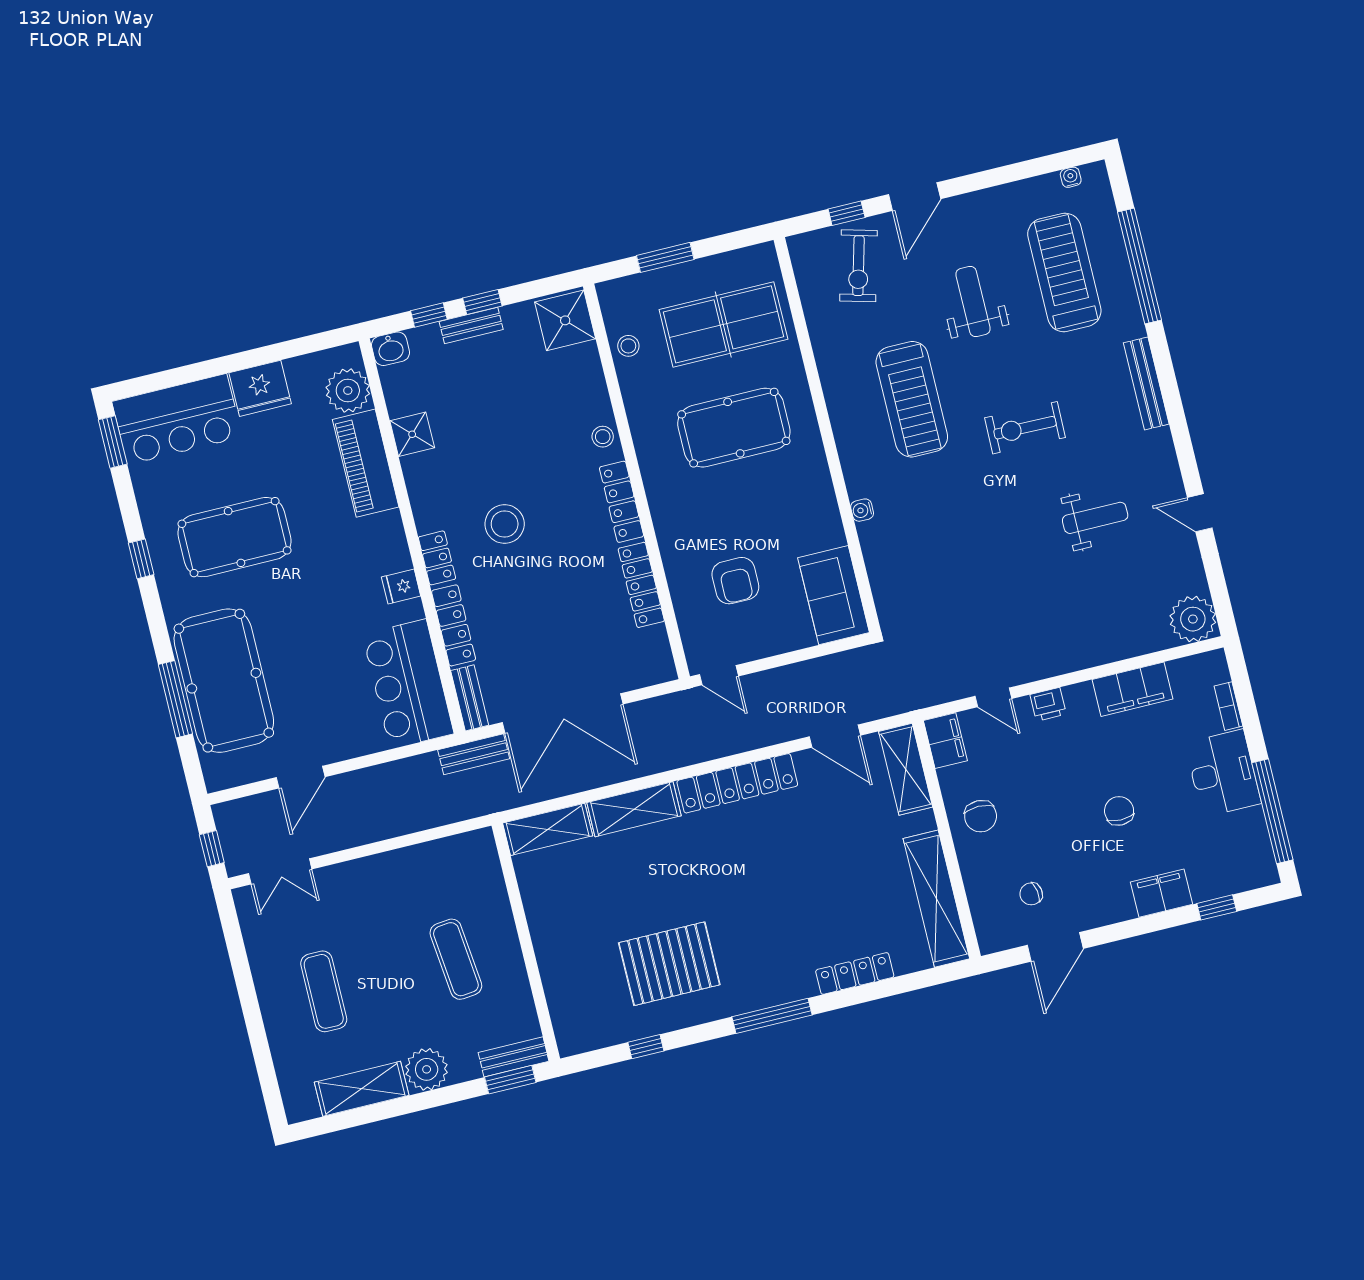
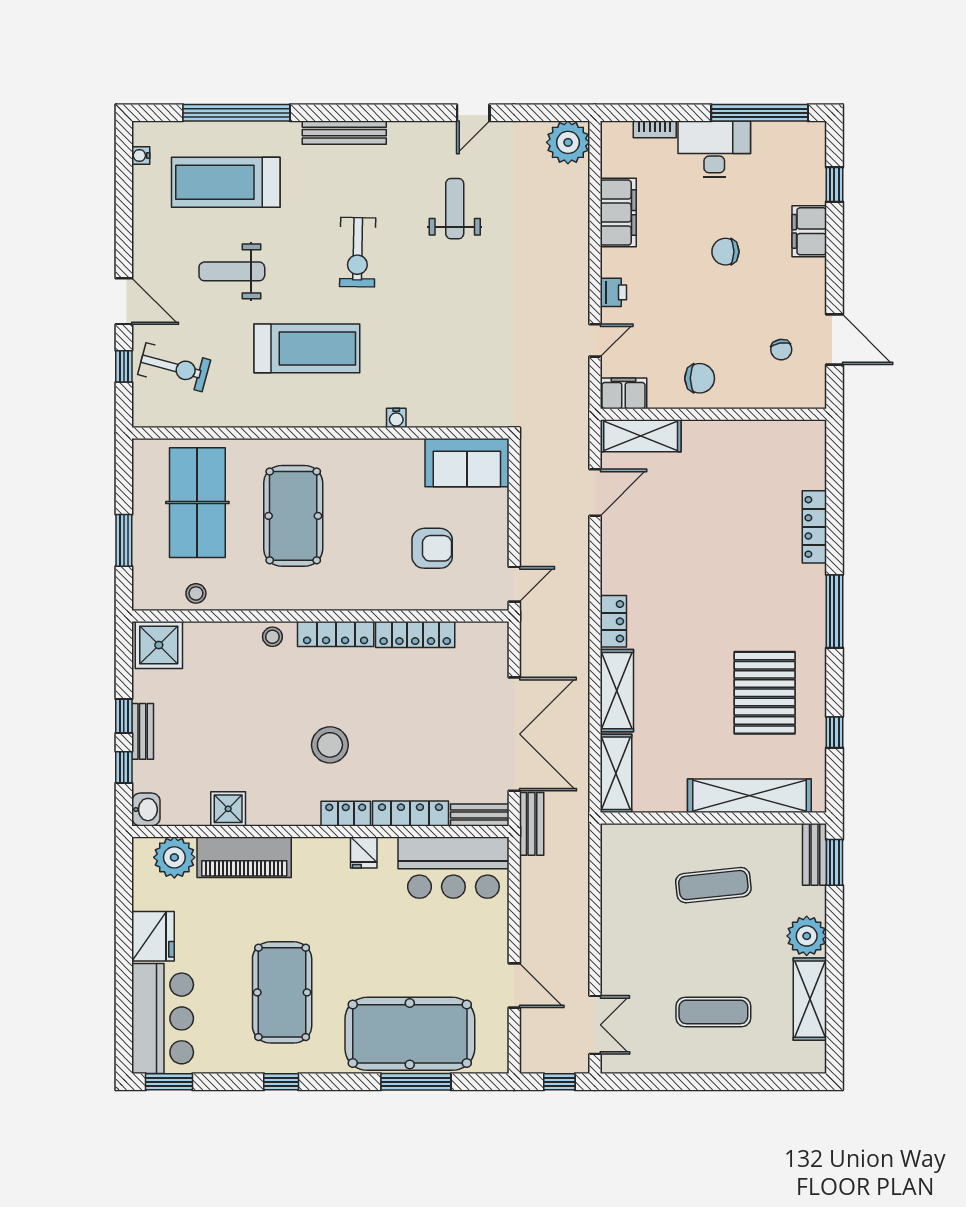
locker: (737, 783) -> (613, 621), width x0.46, depth x0.83
shelving: (936, 899) -> (749, 796), moved

